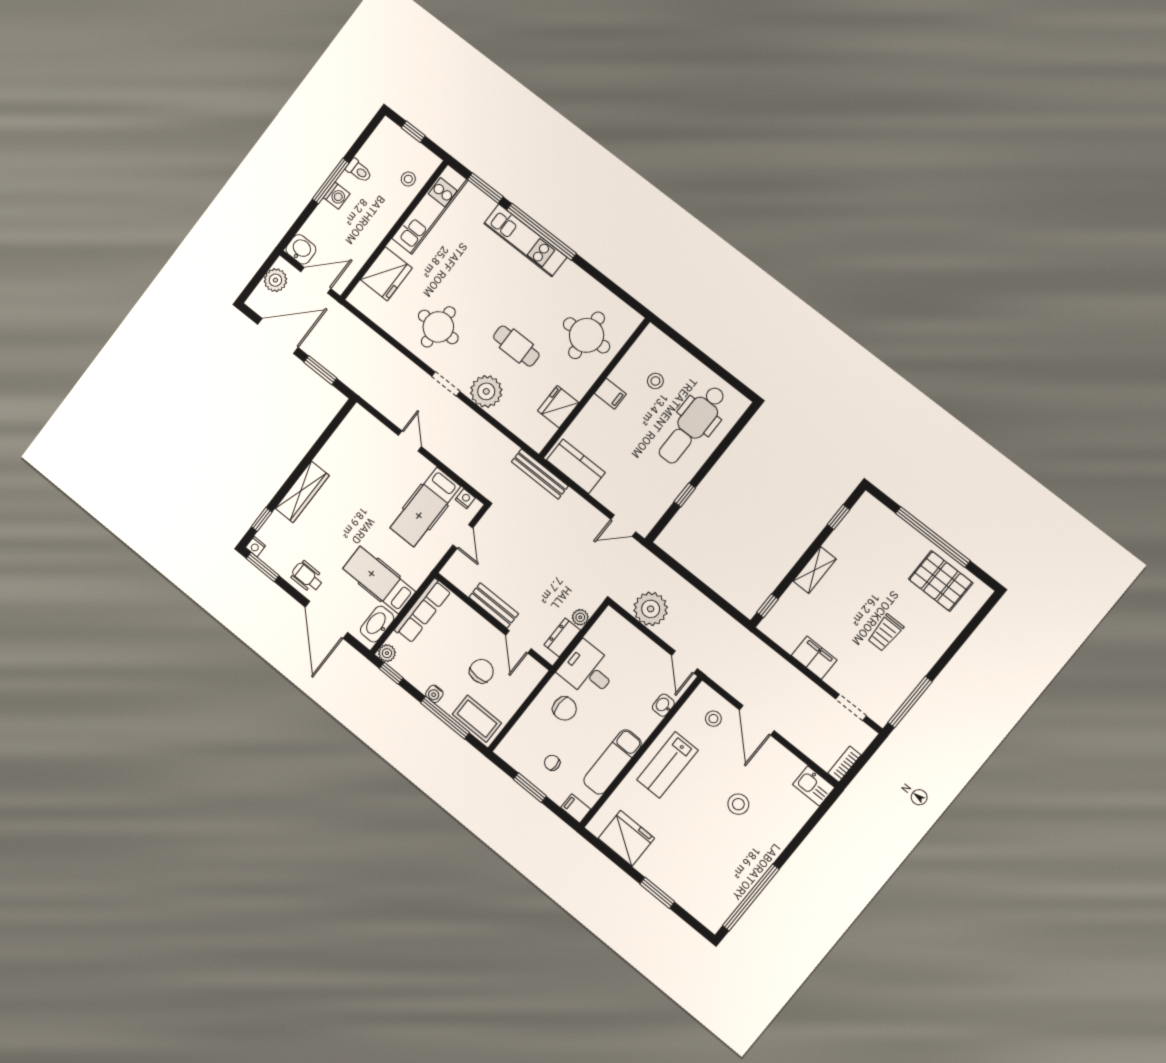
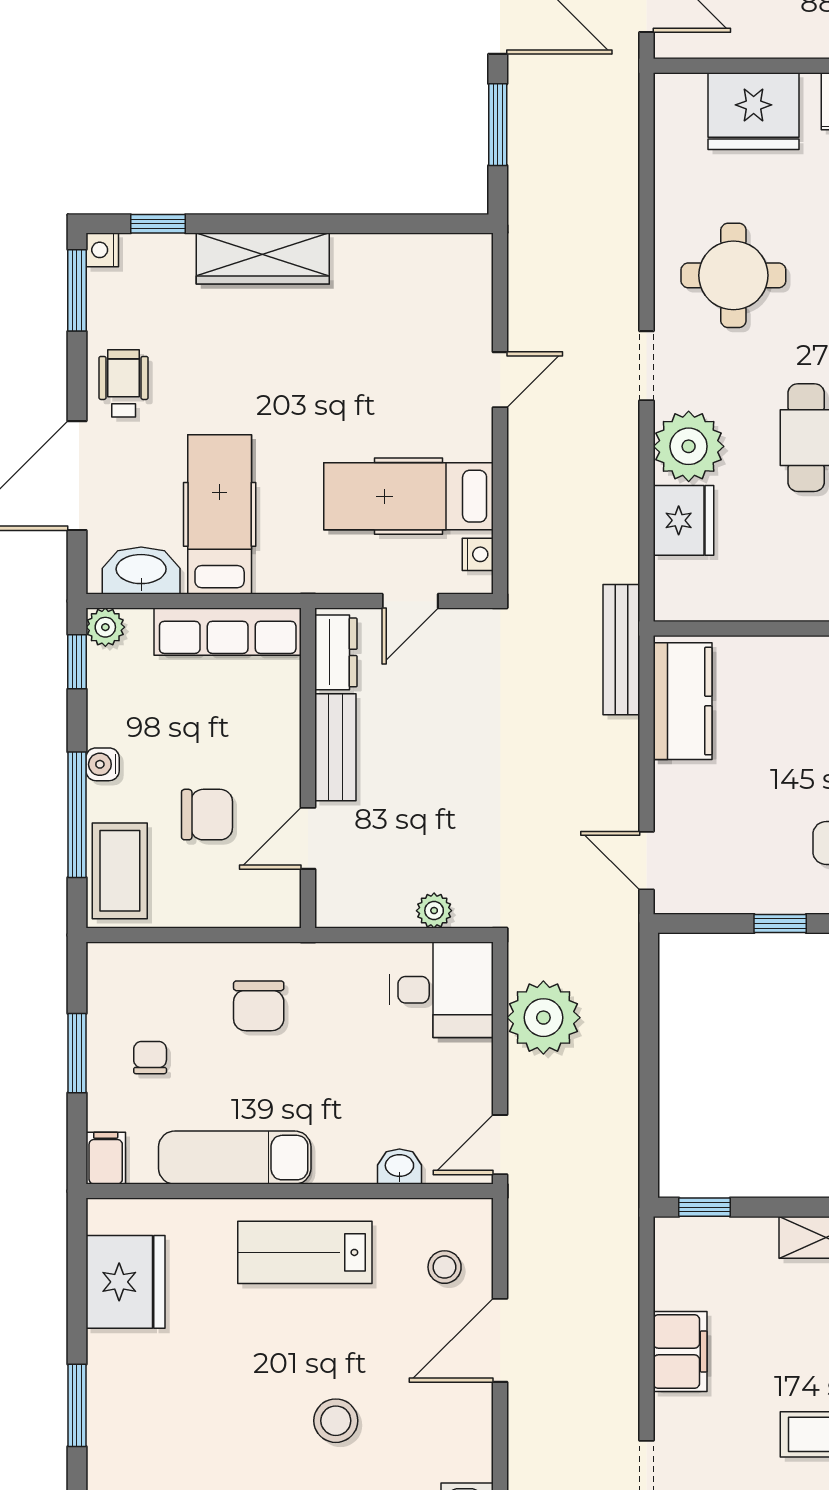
fridge: (558, 407) -> (683, 520), moved, turned 90
dresser: (562, 638) -> (336, 652), moved, turned 90
desk: (588, 670) -> (441, 990), moved, turned 90

